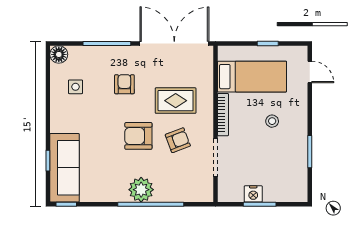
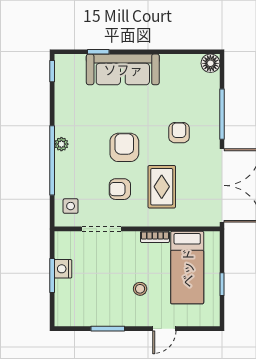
door: (310, 72) -> (164, 329), moved
armchair: (124, 84) -> (179, 133), turned -90
side table: (75, 87) -> (71, 206), moved
bookcase: (223, 115) -> (155, 237), width x0.64
armchair: (178, 140) -> (120, 189), turned 111
sofa: (65, 168) -> (123, 69), moved
plant: (141, 190) -> (61, 144), width x0.53, depth x0.53

